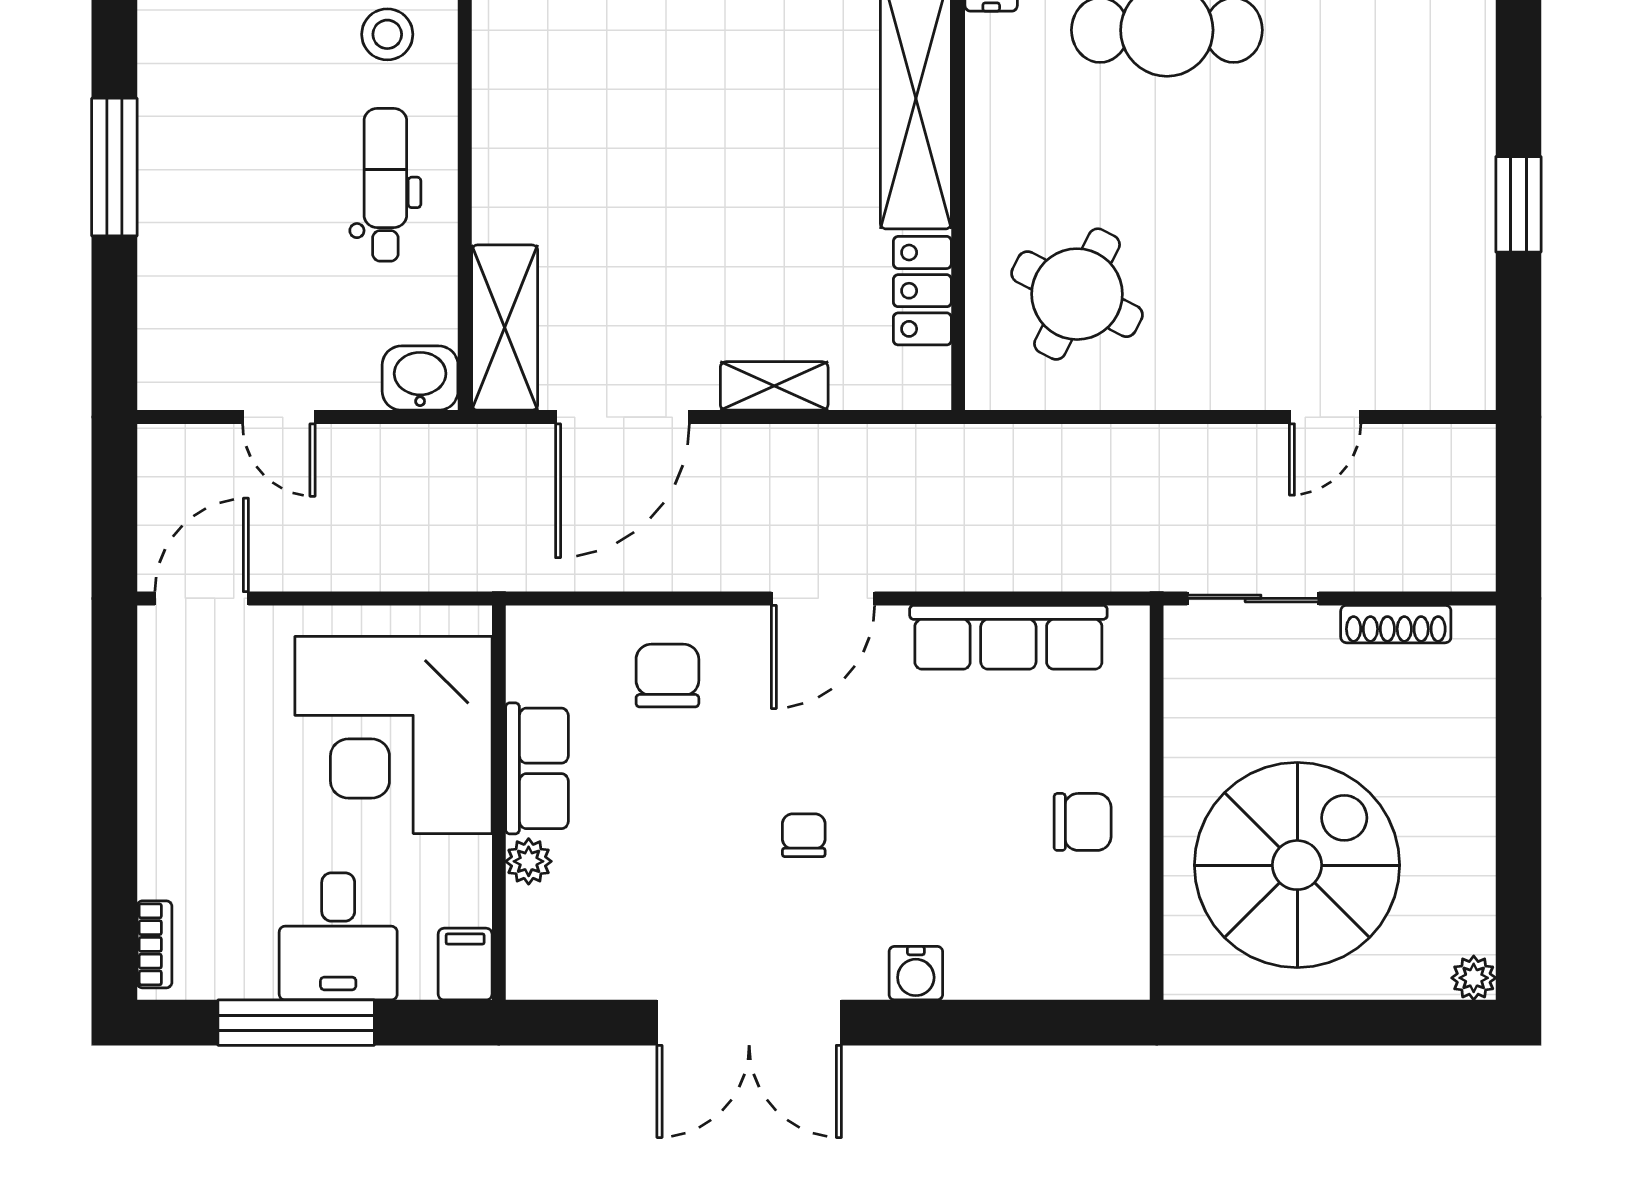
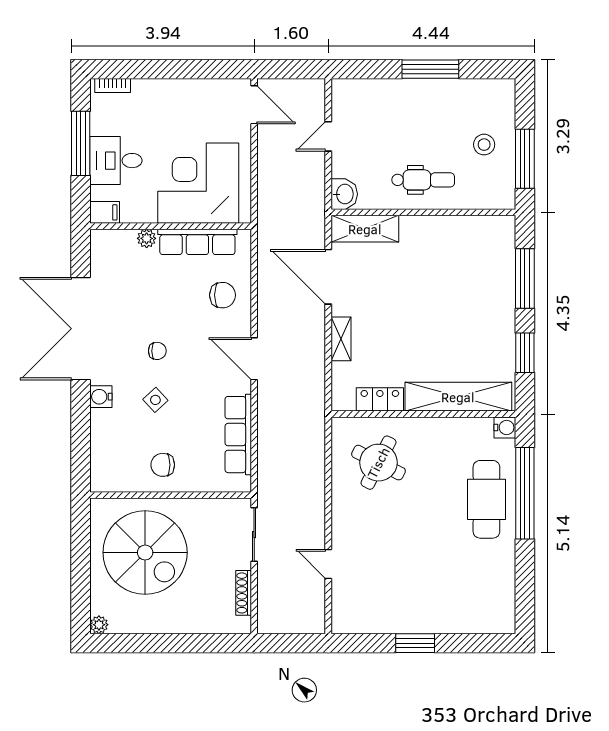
stool: (387, 34) -> (484, 145), moved
row of seats: (537, 768) -> (197, 242), width x1.48
chair: (1083, 822) -> (163, 465), turned 90
side table: (924, 840) -> (155, 400), added
double door: (749, 1023) -> (81, 329), width x1.36

